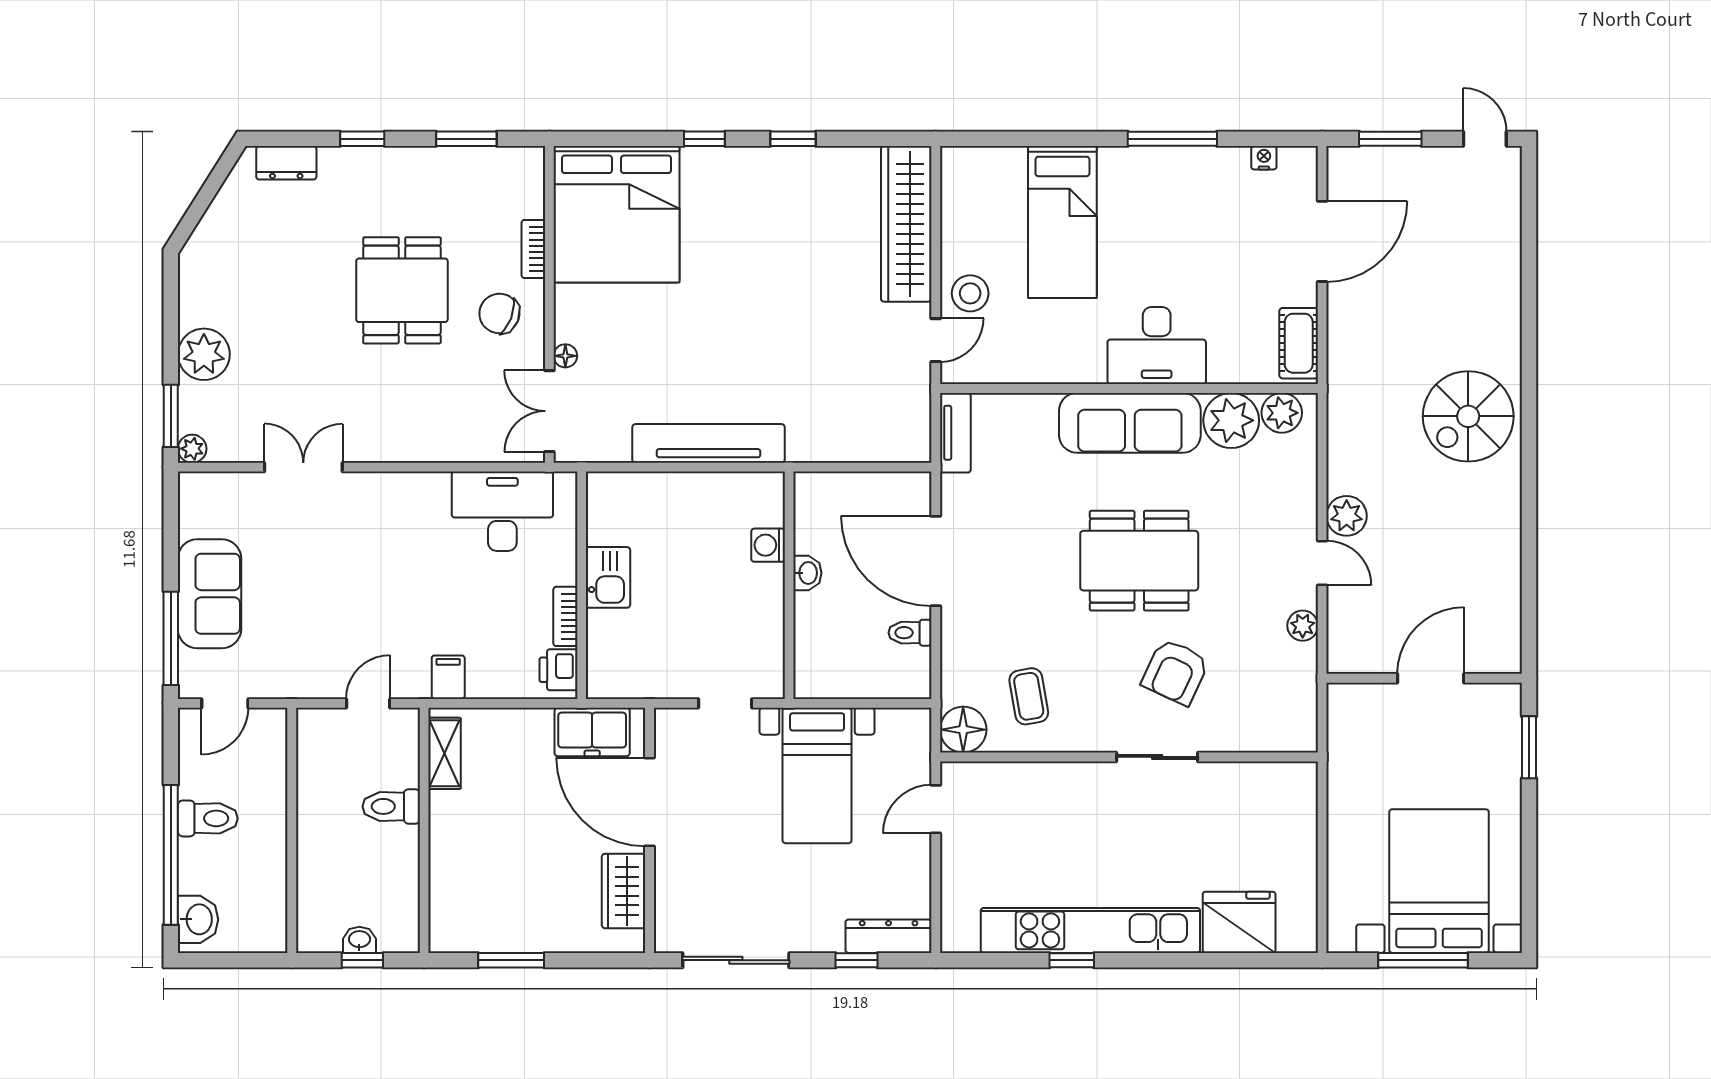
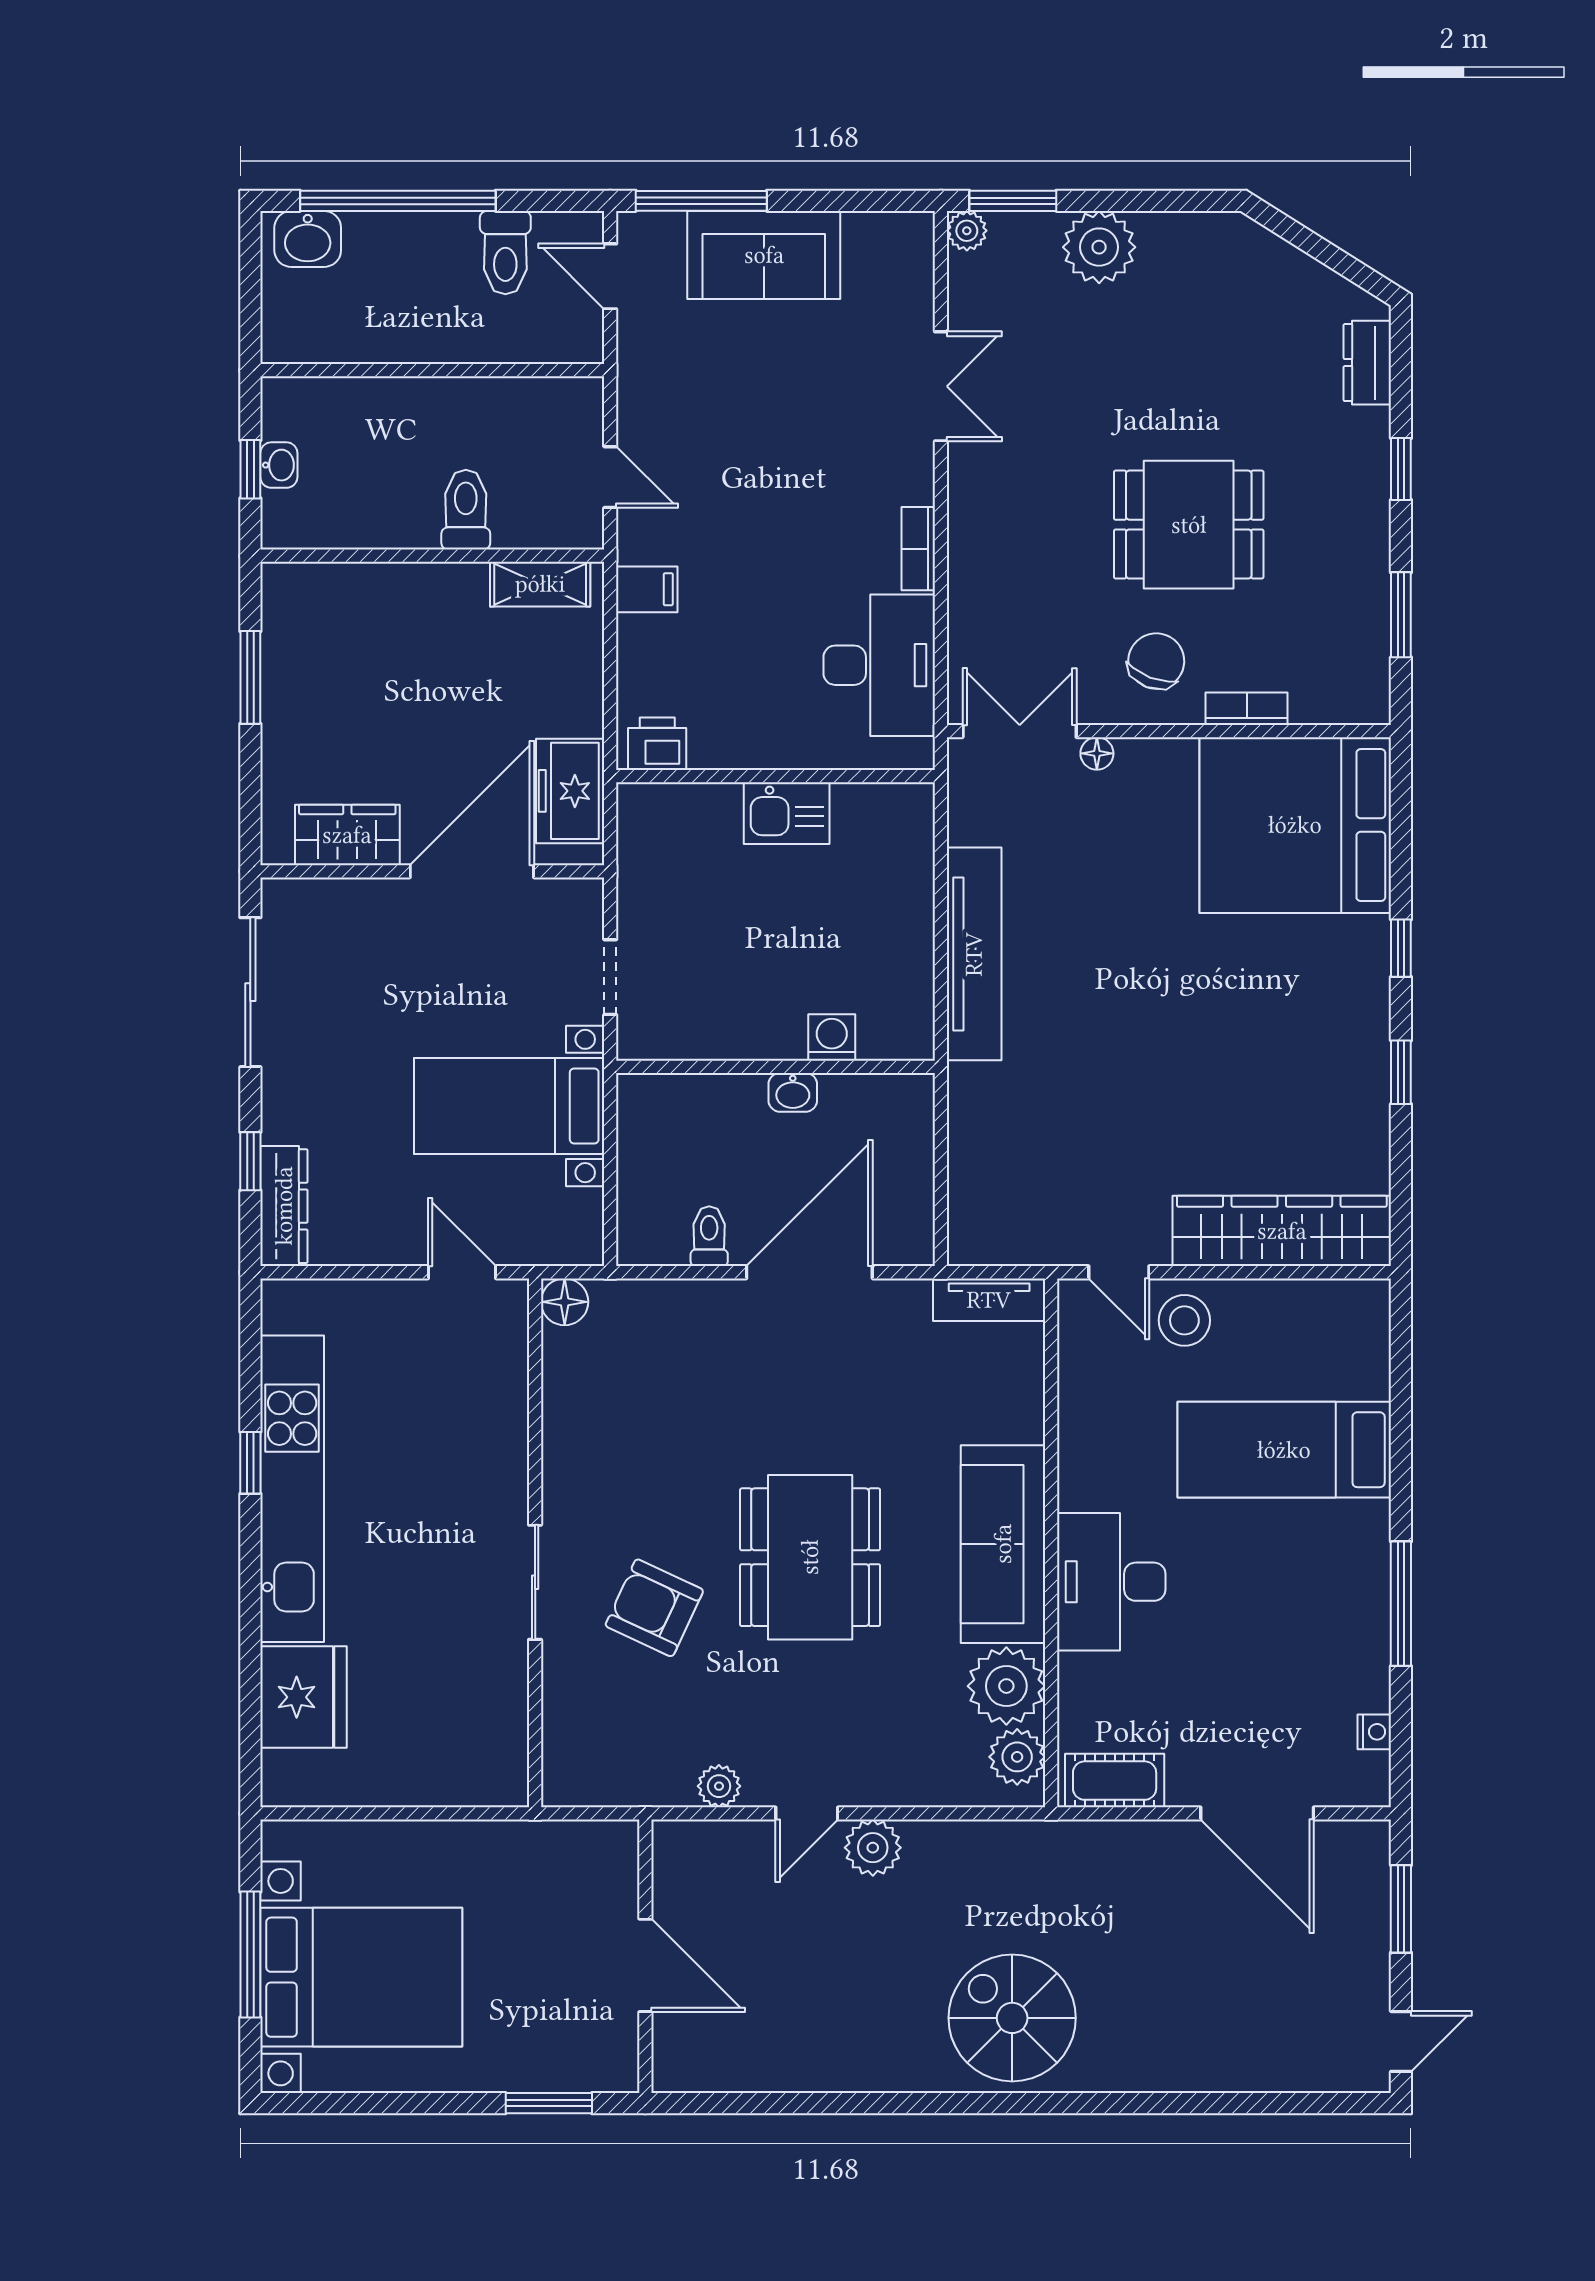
bookcase: (565, 616) -> (918, 549), moved, turned -90
coffee table: (1029, 696) -> (620, 1402), removed
floor lamp: (963, 730) -> (565, 1302), width x0.73, depth x0.73
toilet: (208, 818) -> (505, 253), moved

